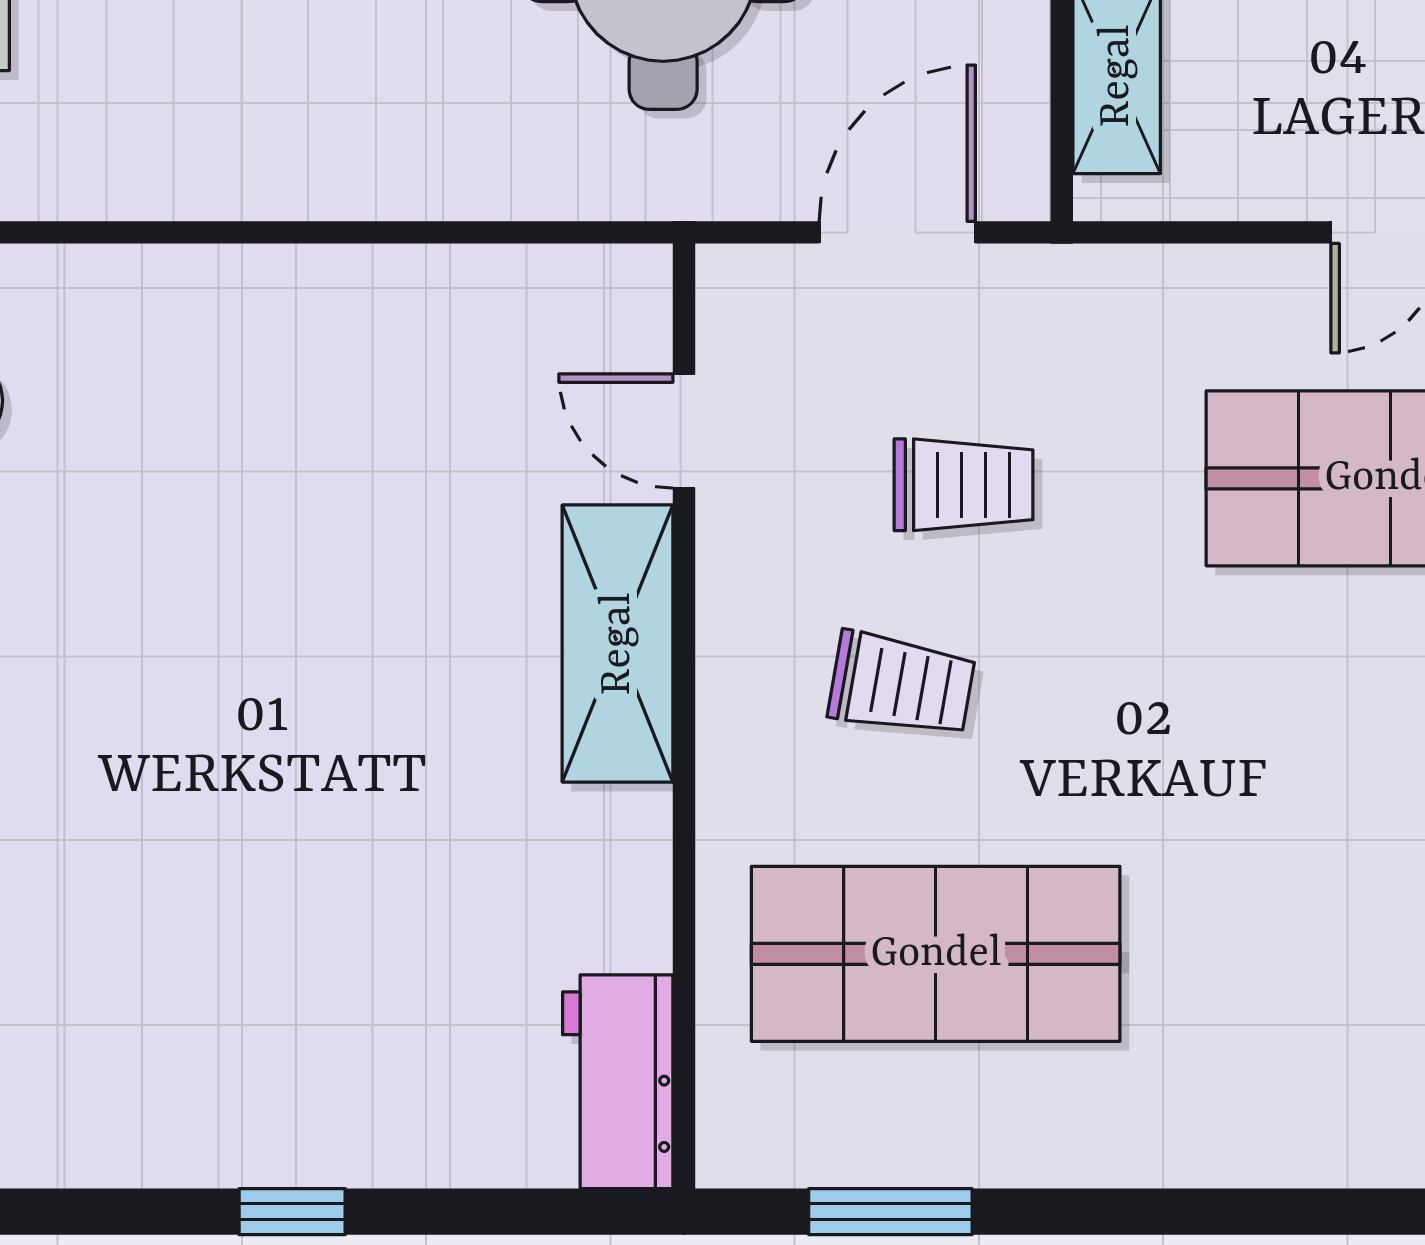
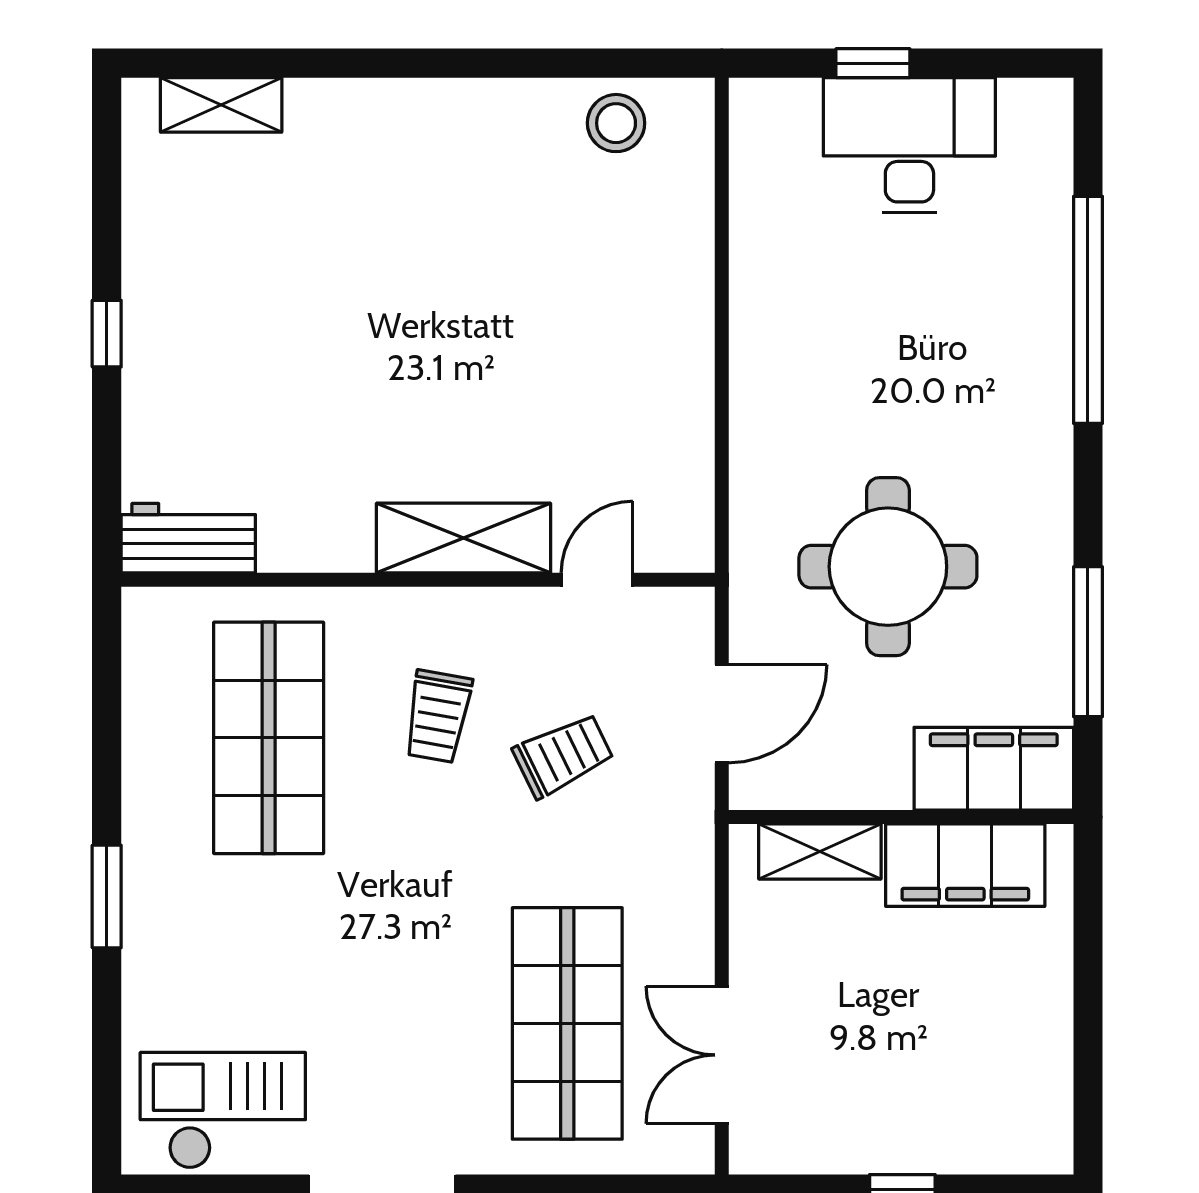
door: (897, 232) -> (722, 714), hinge flipped
trolley: (964, 485) -> (563, 755), turned -116
window: (890, 1212) -> (107, 897), moved

